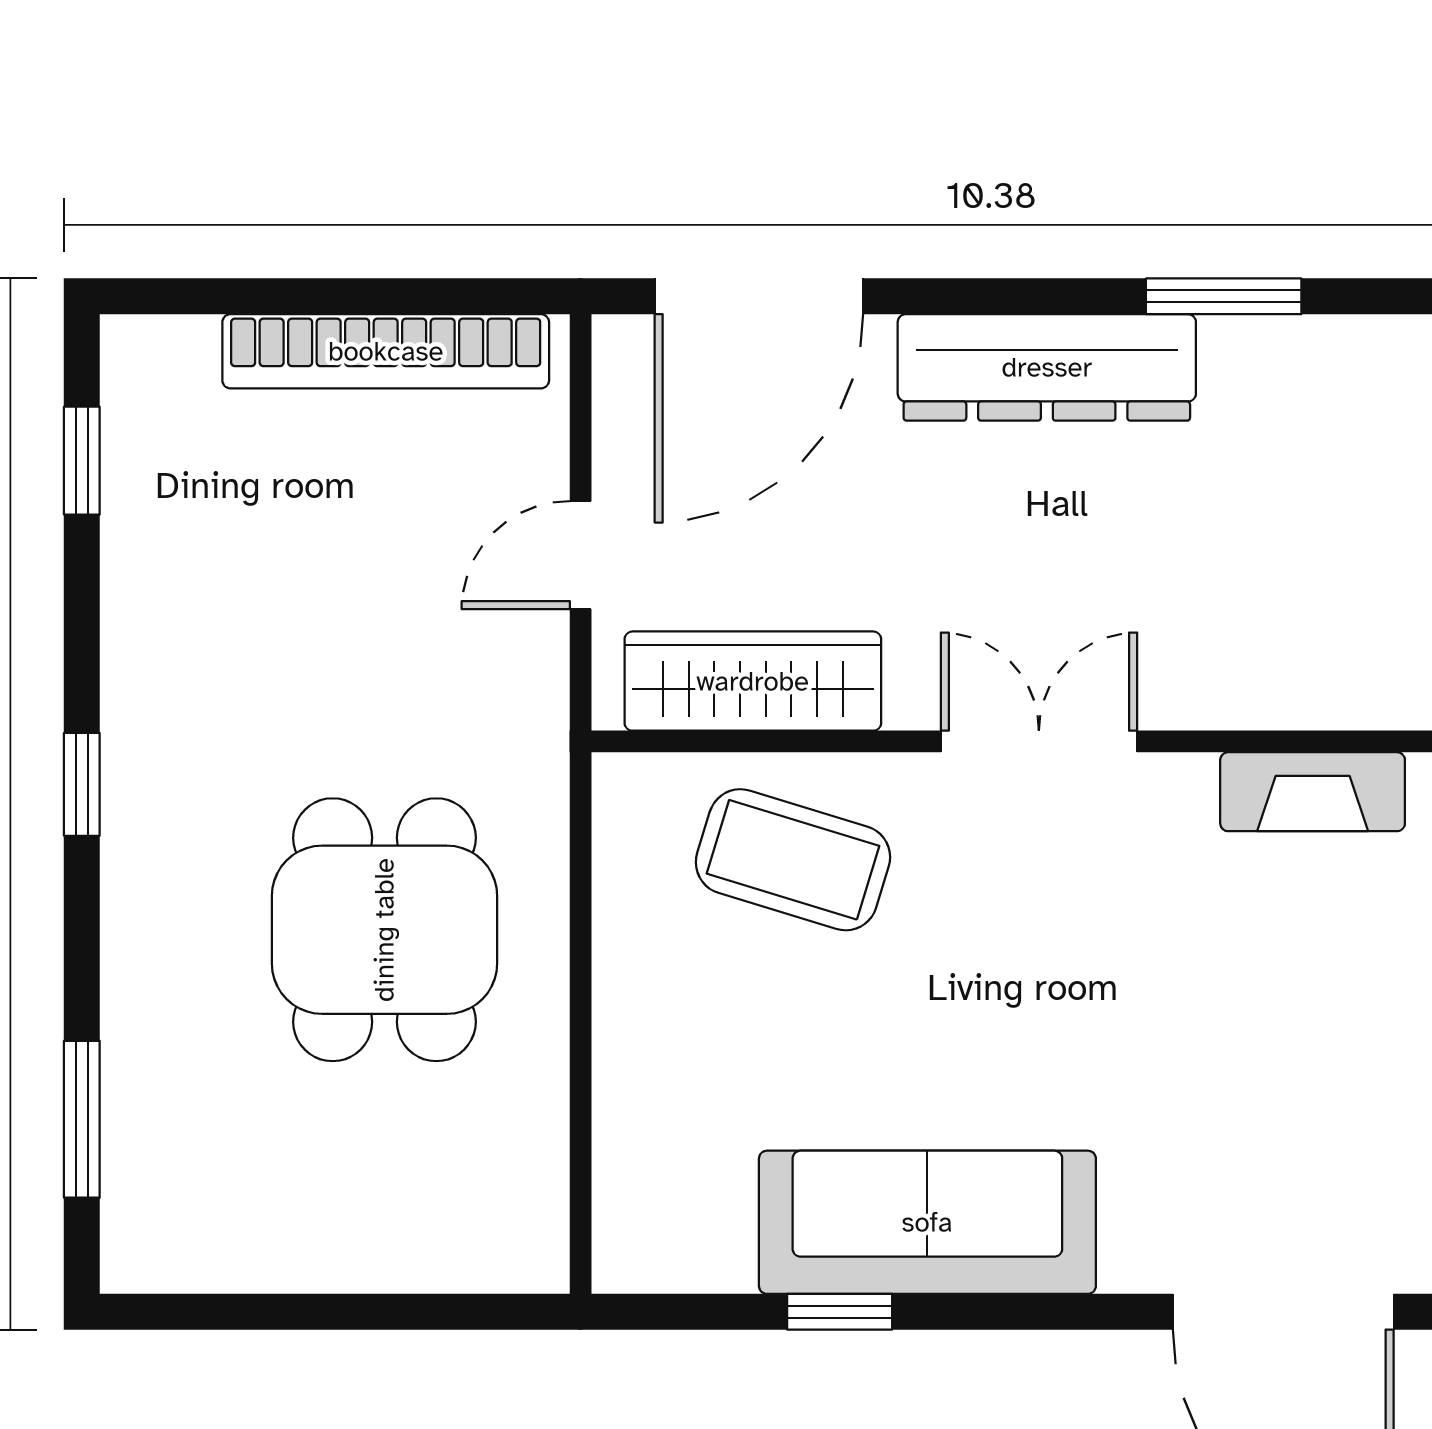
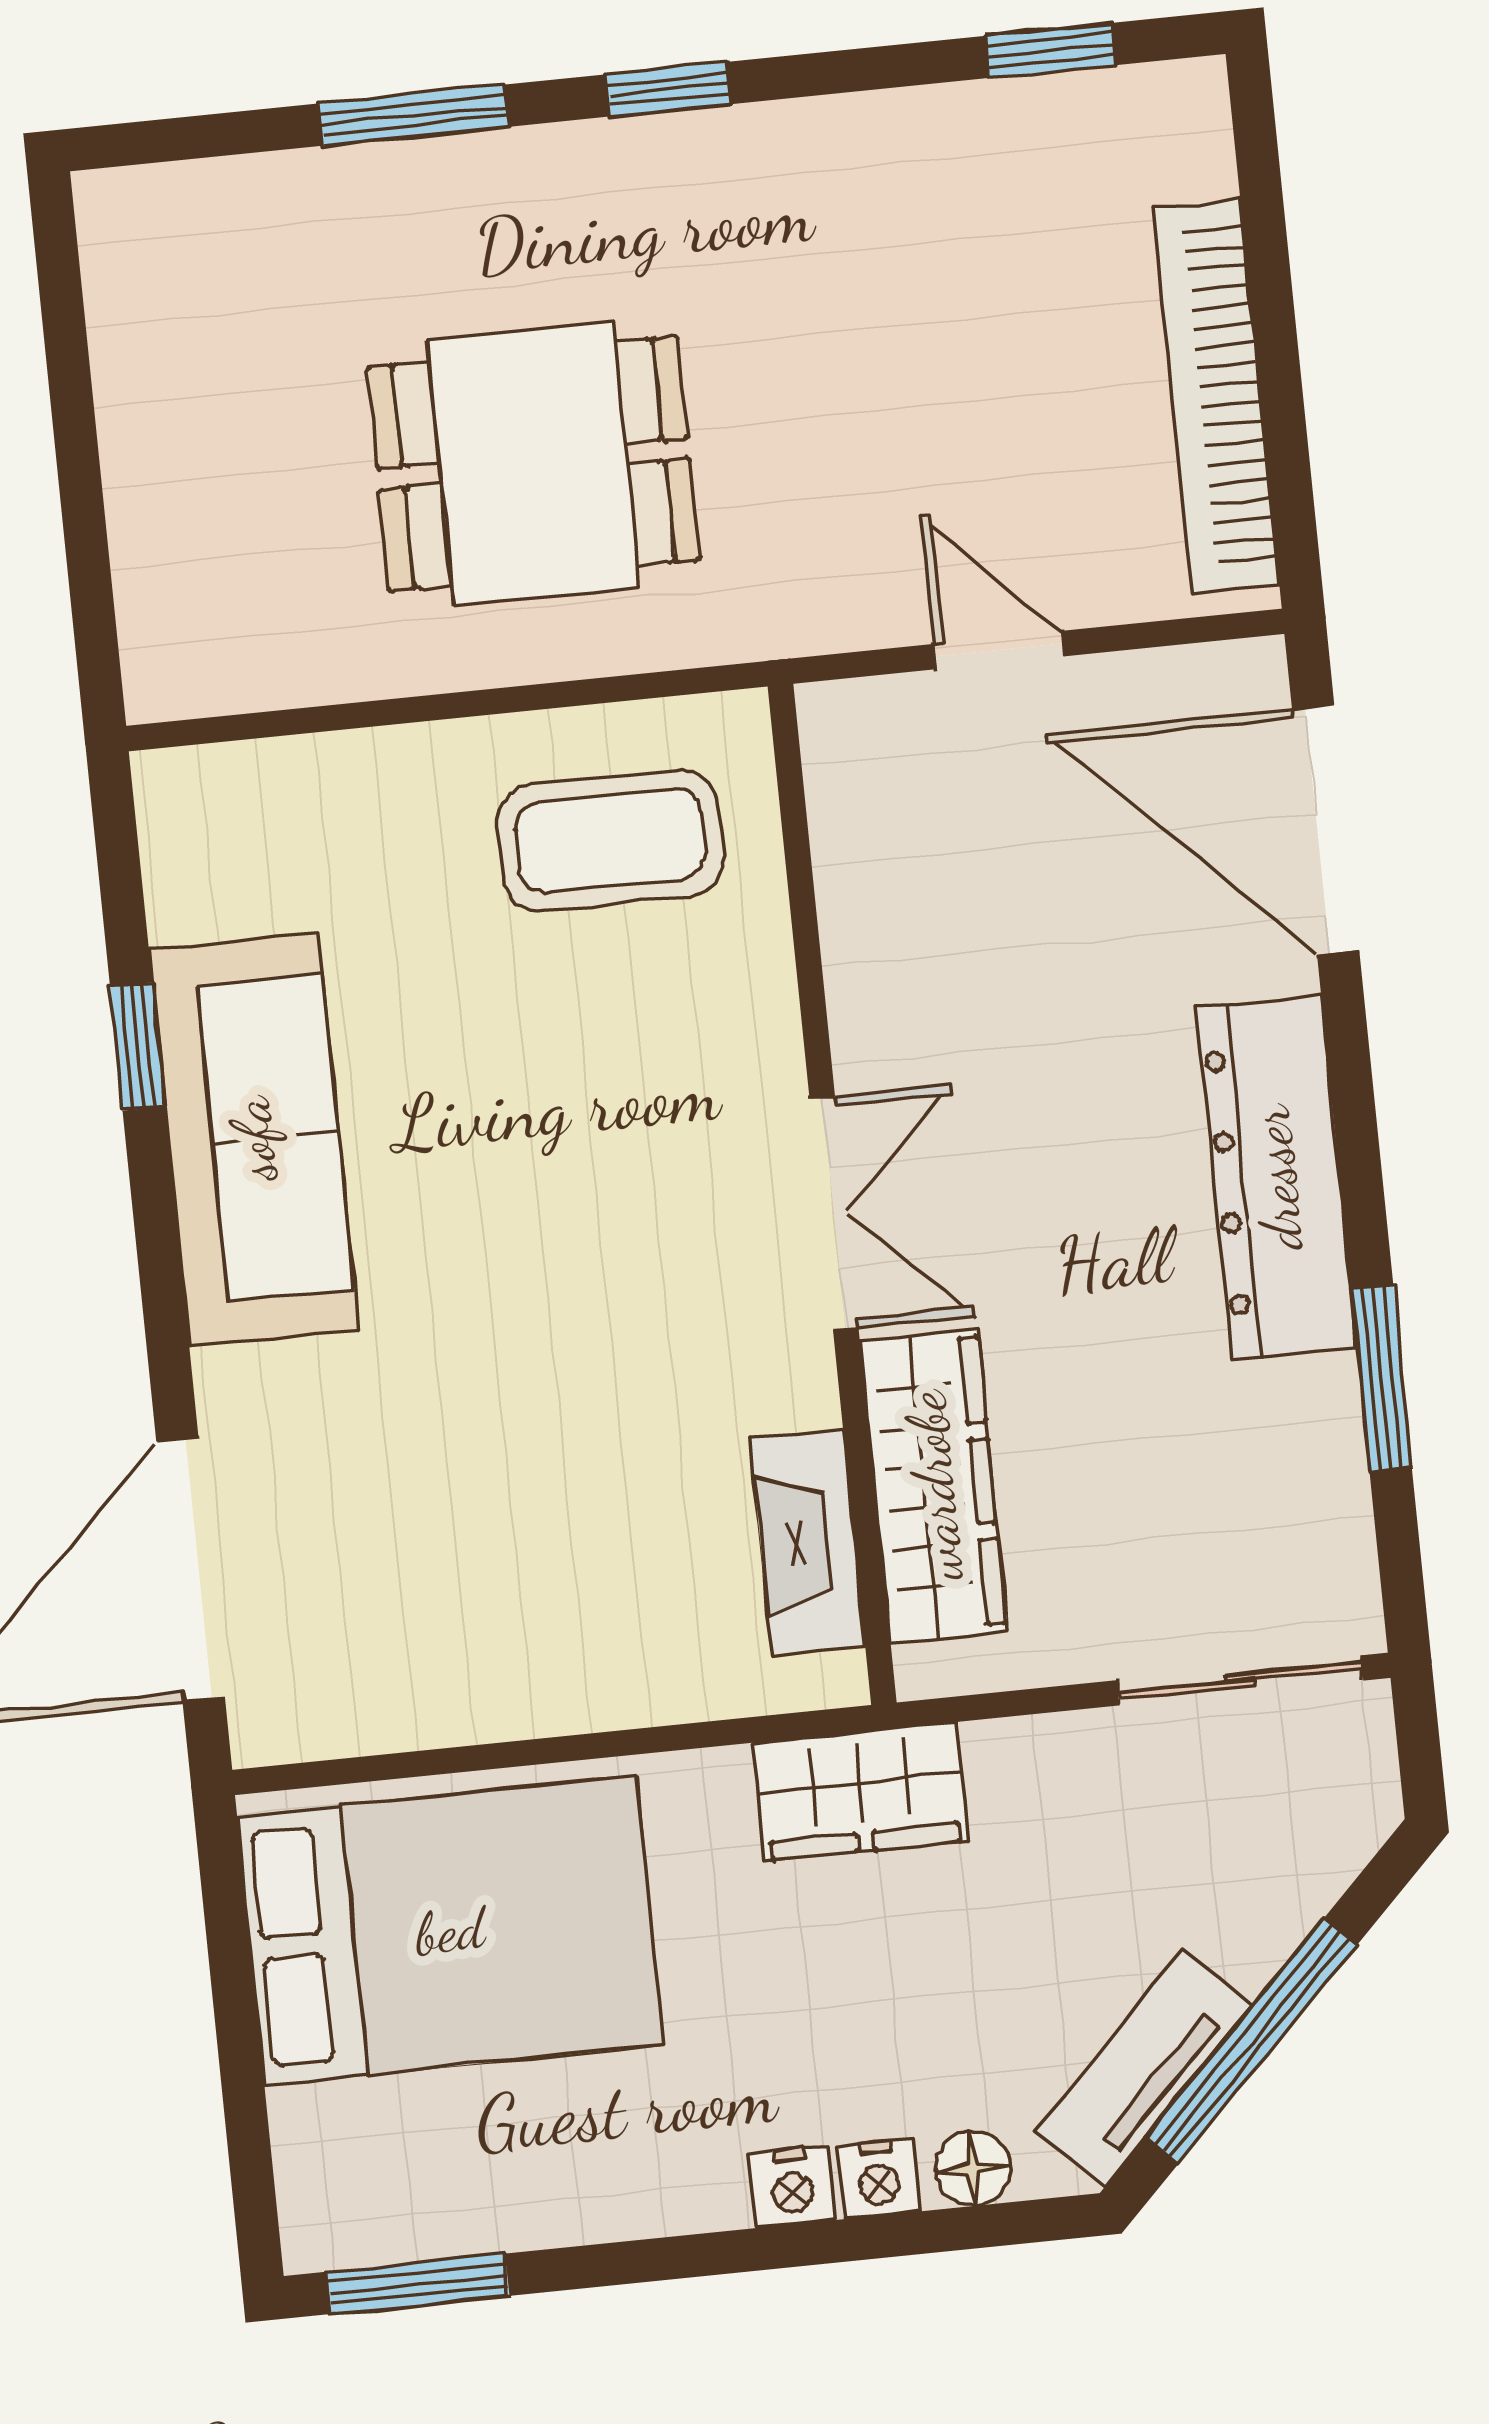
wardrobe: (753, 681) -> (934, 1486), moved
coffee table: (793, 860) -> (610, 841), moved, turned 73
window: (82, 1119) -> (414, 115), moved

